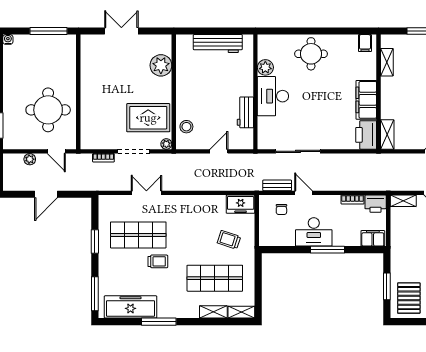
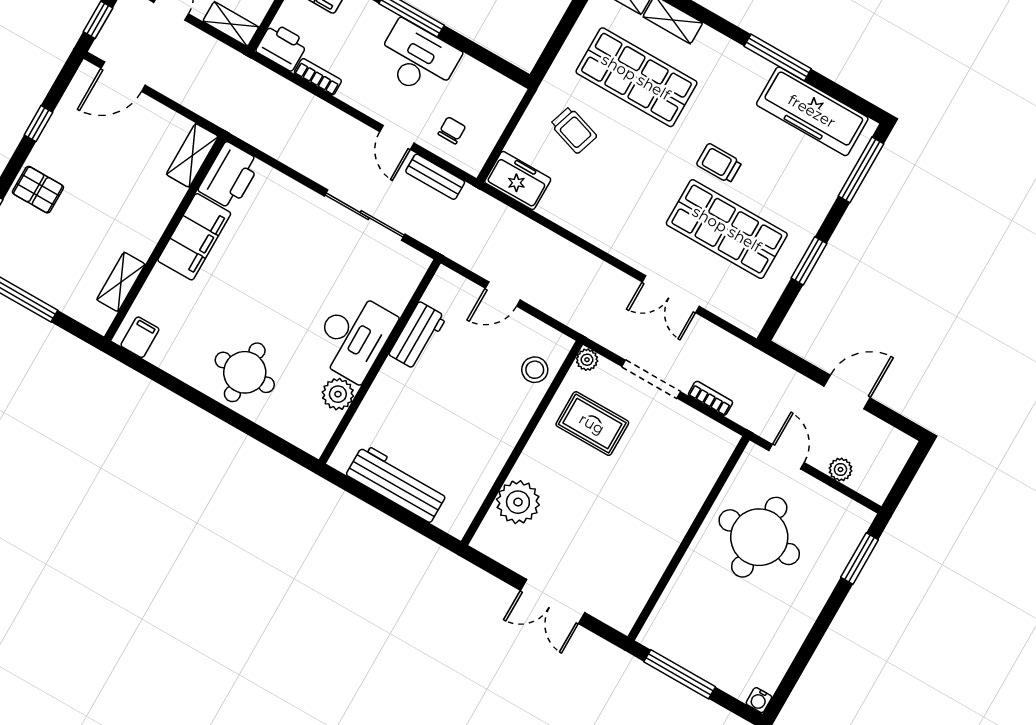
rug: (148, 118) -> (592, 424), width x0.73, depth x0.70

